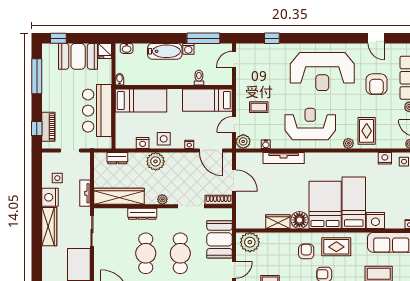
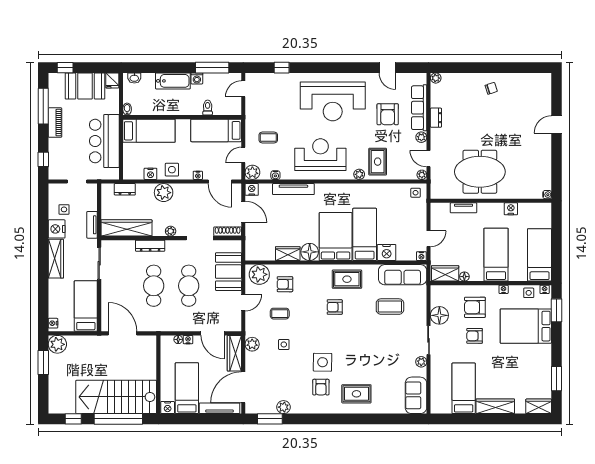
piano: (48, 127) -> (55, 123), moved
nightstand: (385, 158) -> (252, 189), moved
armchair: (306, 251) -> (285, 284), moved, turned -90

